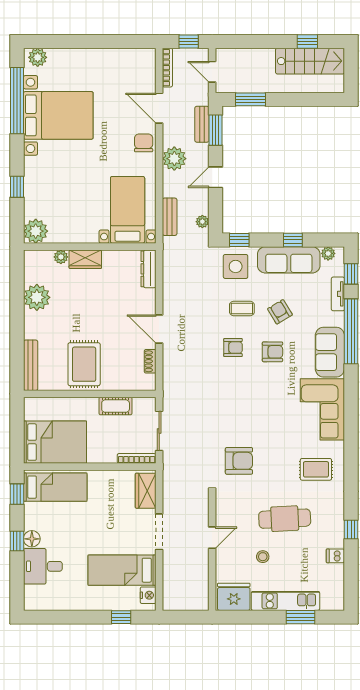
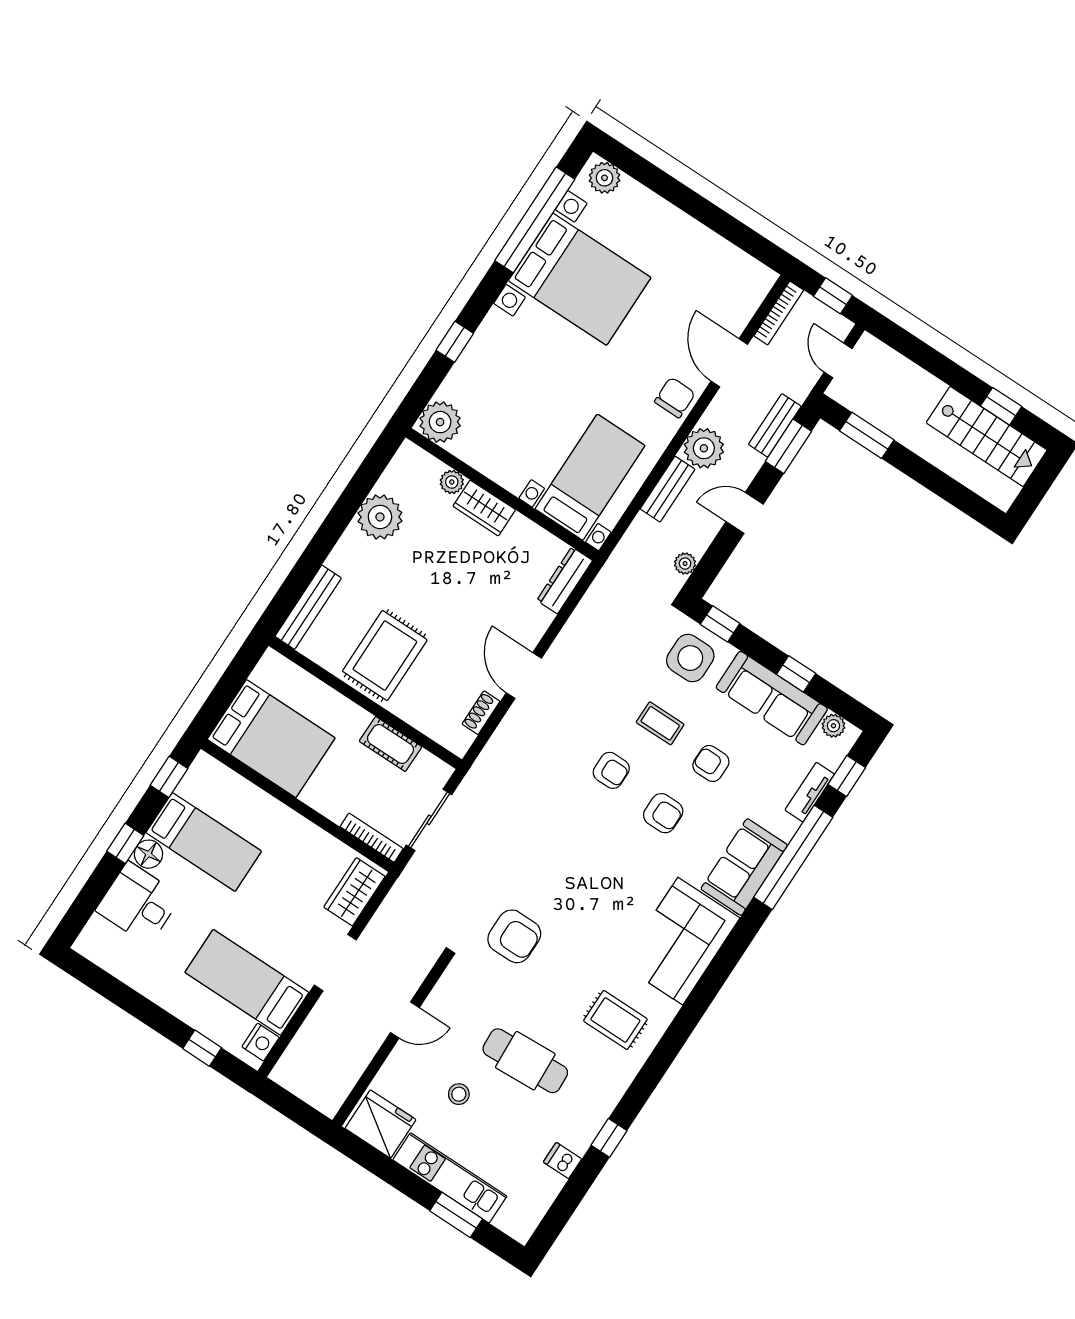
bench: (170, 217) -> (668, 489), moved
armchair: (280, 312) -> (711, 763), turned -59
bed: (55, 487) -> (204, 842), moved

